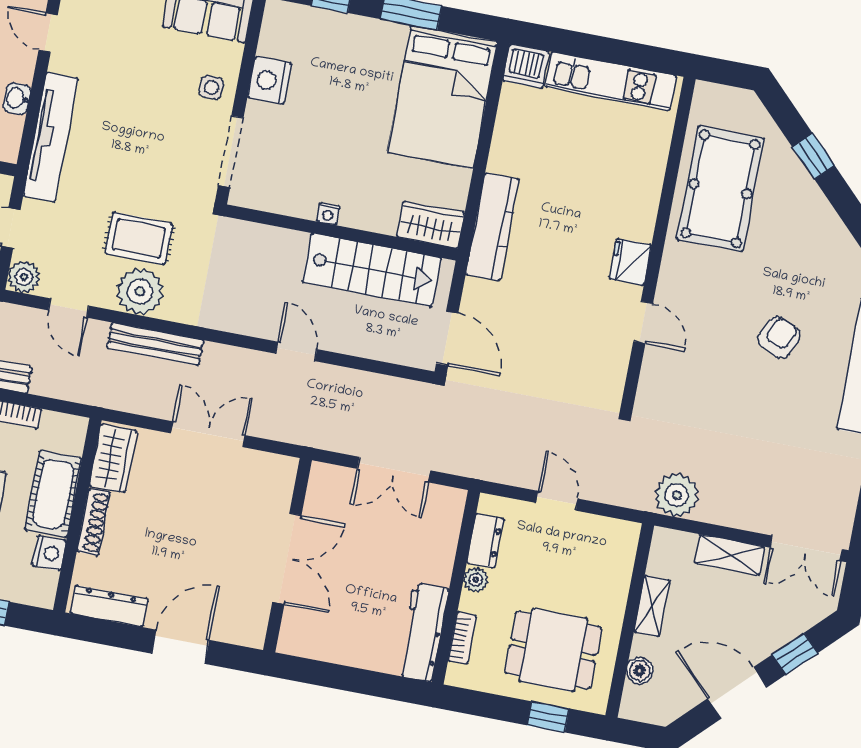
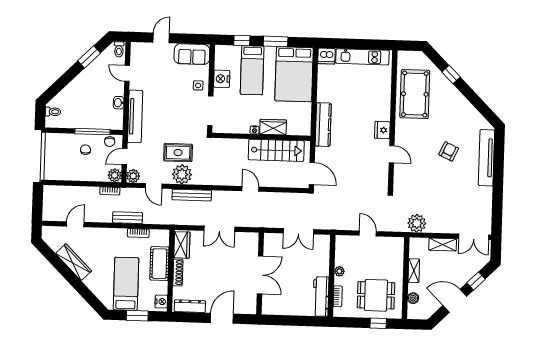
bed: (345, 72) -> (252, 70), added
wardrobe: (431, 225) -> (273, 127), moved
double door: (208, 434) -> (219, 229), swing flipped
dresser: (485, 541) -> (341, 255), removed
nightstand: (49, 553) -> (161, 302), moved

